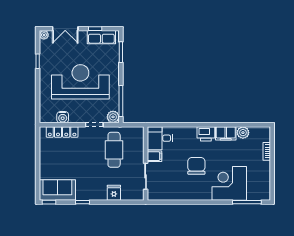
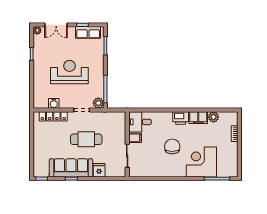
reception desk: (80, 82) -> (69, 72), width x0.74, depth x0.77
cafe table: (114, 150) -> (86, 139), moved, turned 90
sofa: (57, 190) -> (71, 168), moved, width x1.36

